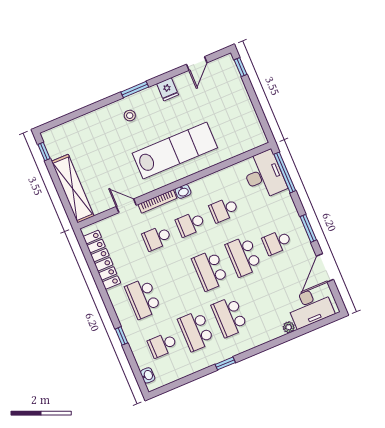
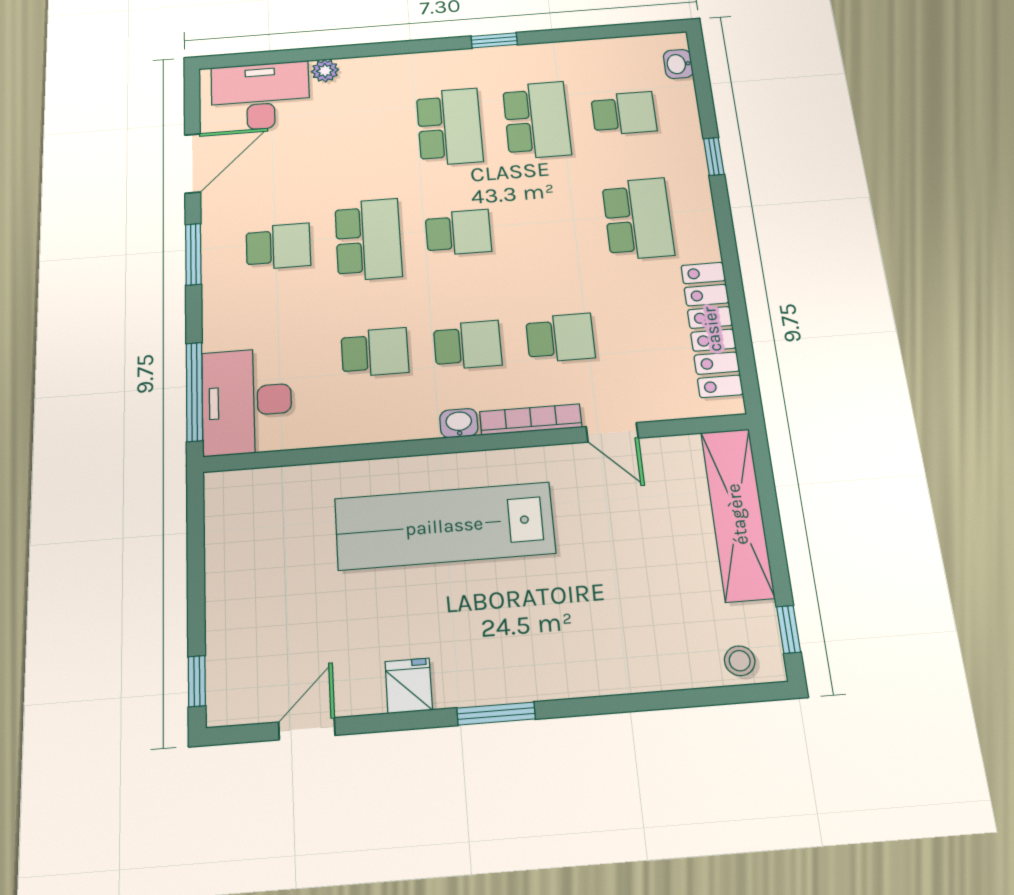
stool: (130, 116) -> (740, 661), moved
school desk: (210, 270) -> (458, 233), width x0.54

